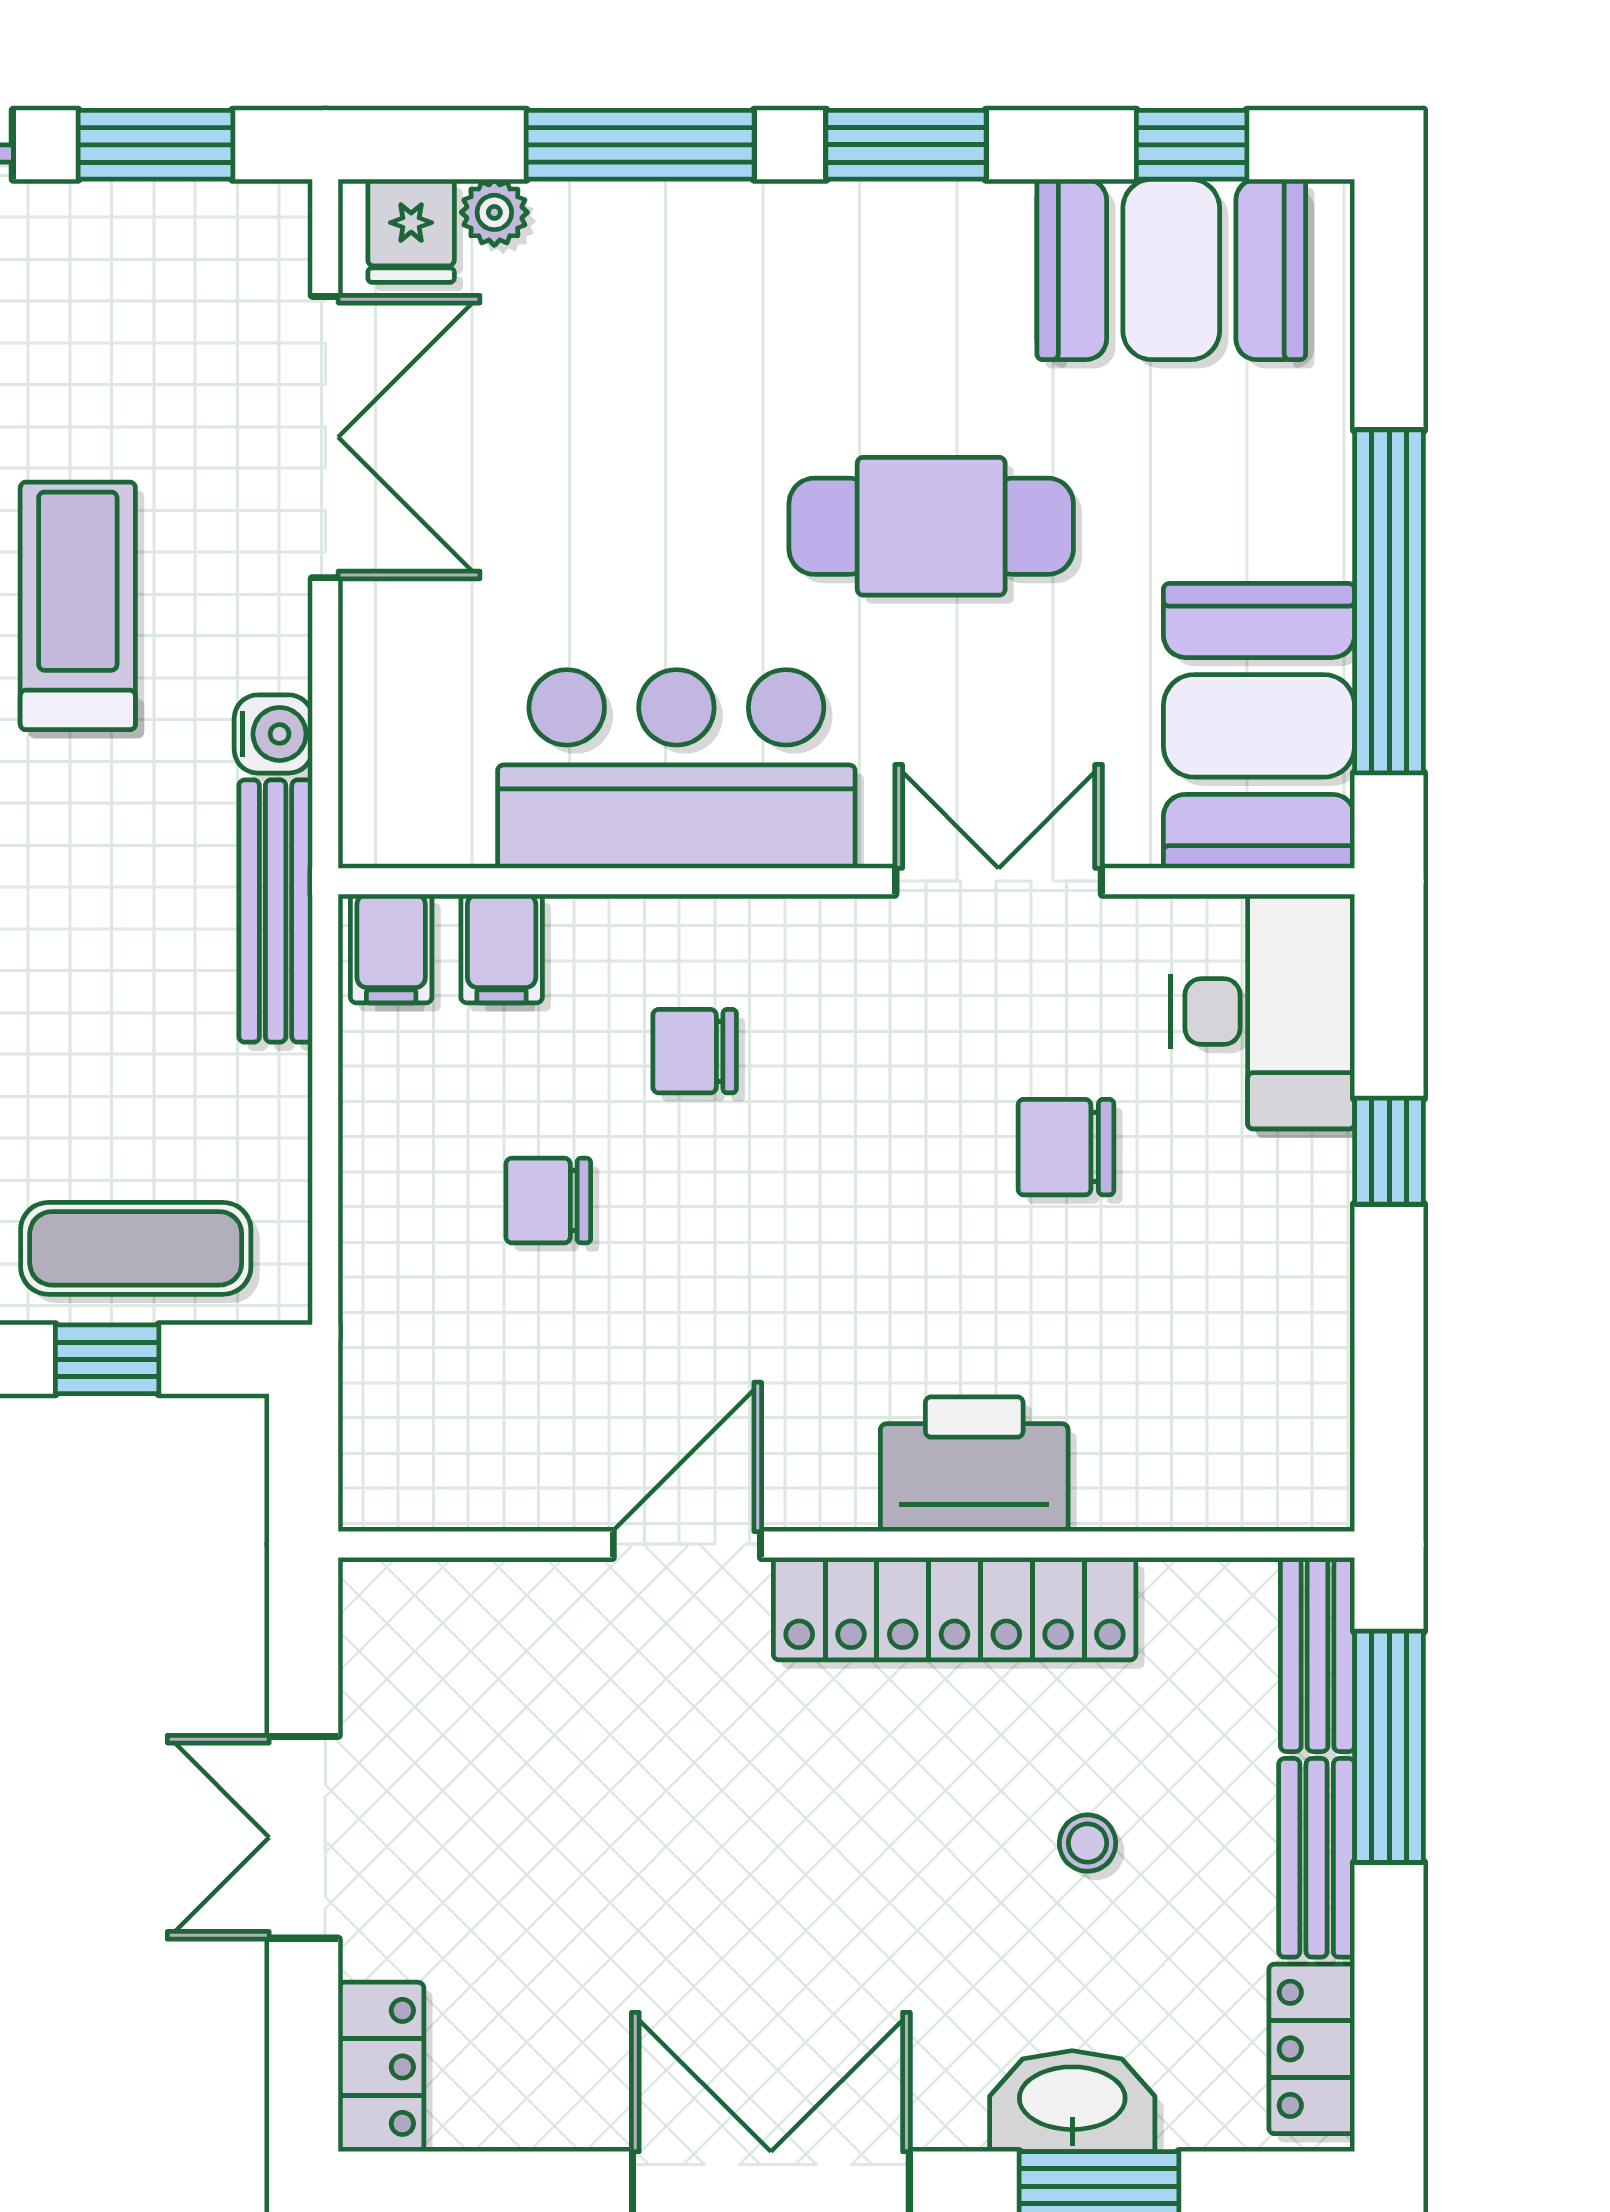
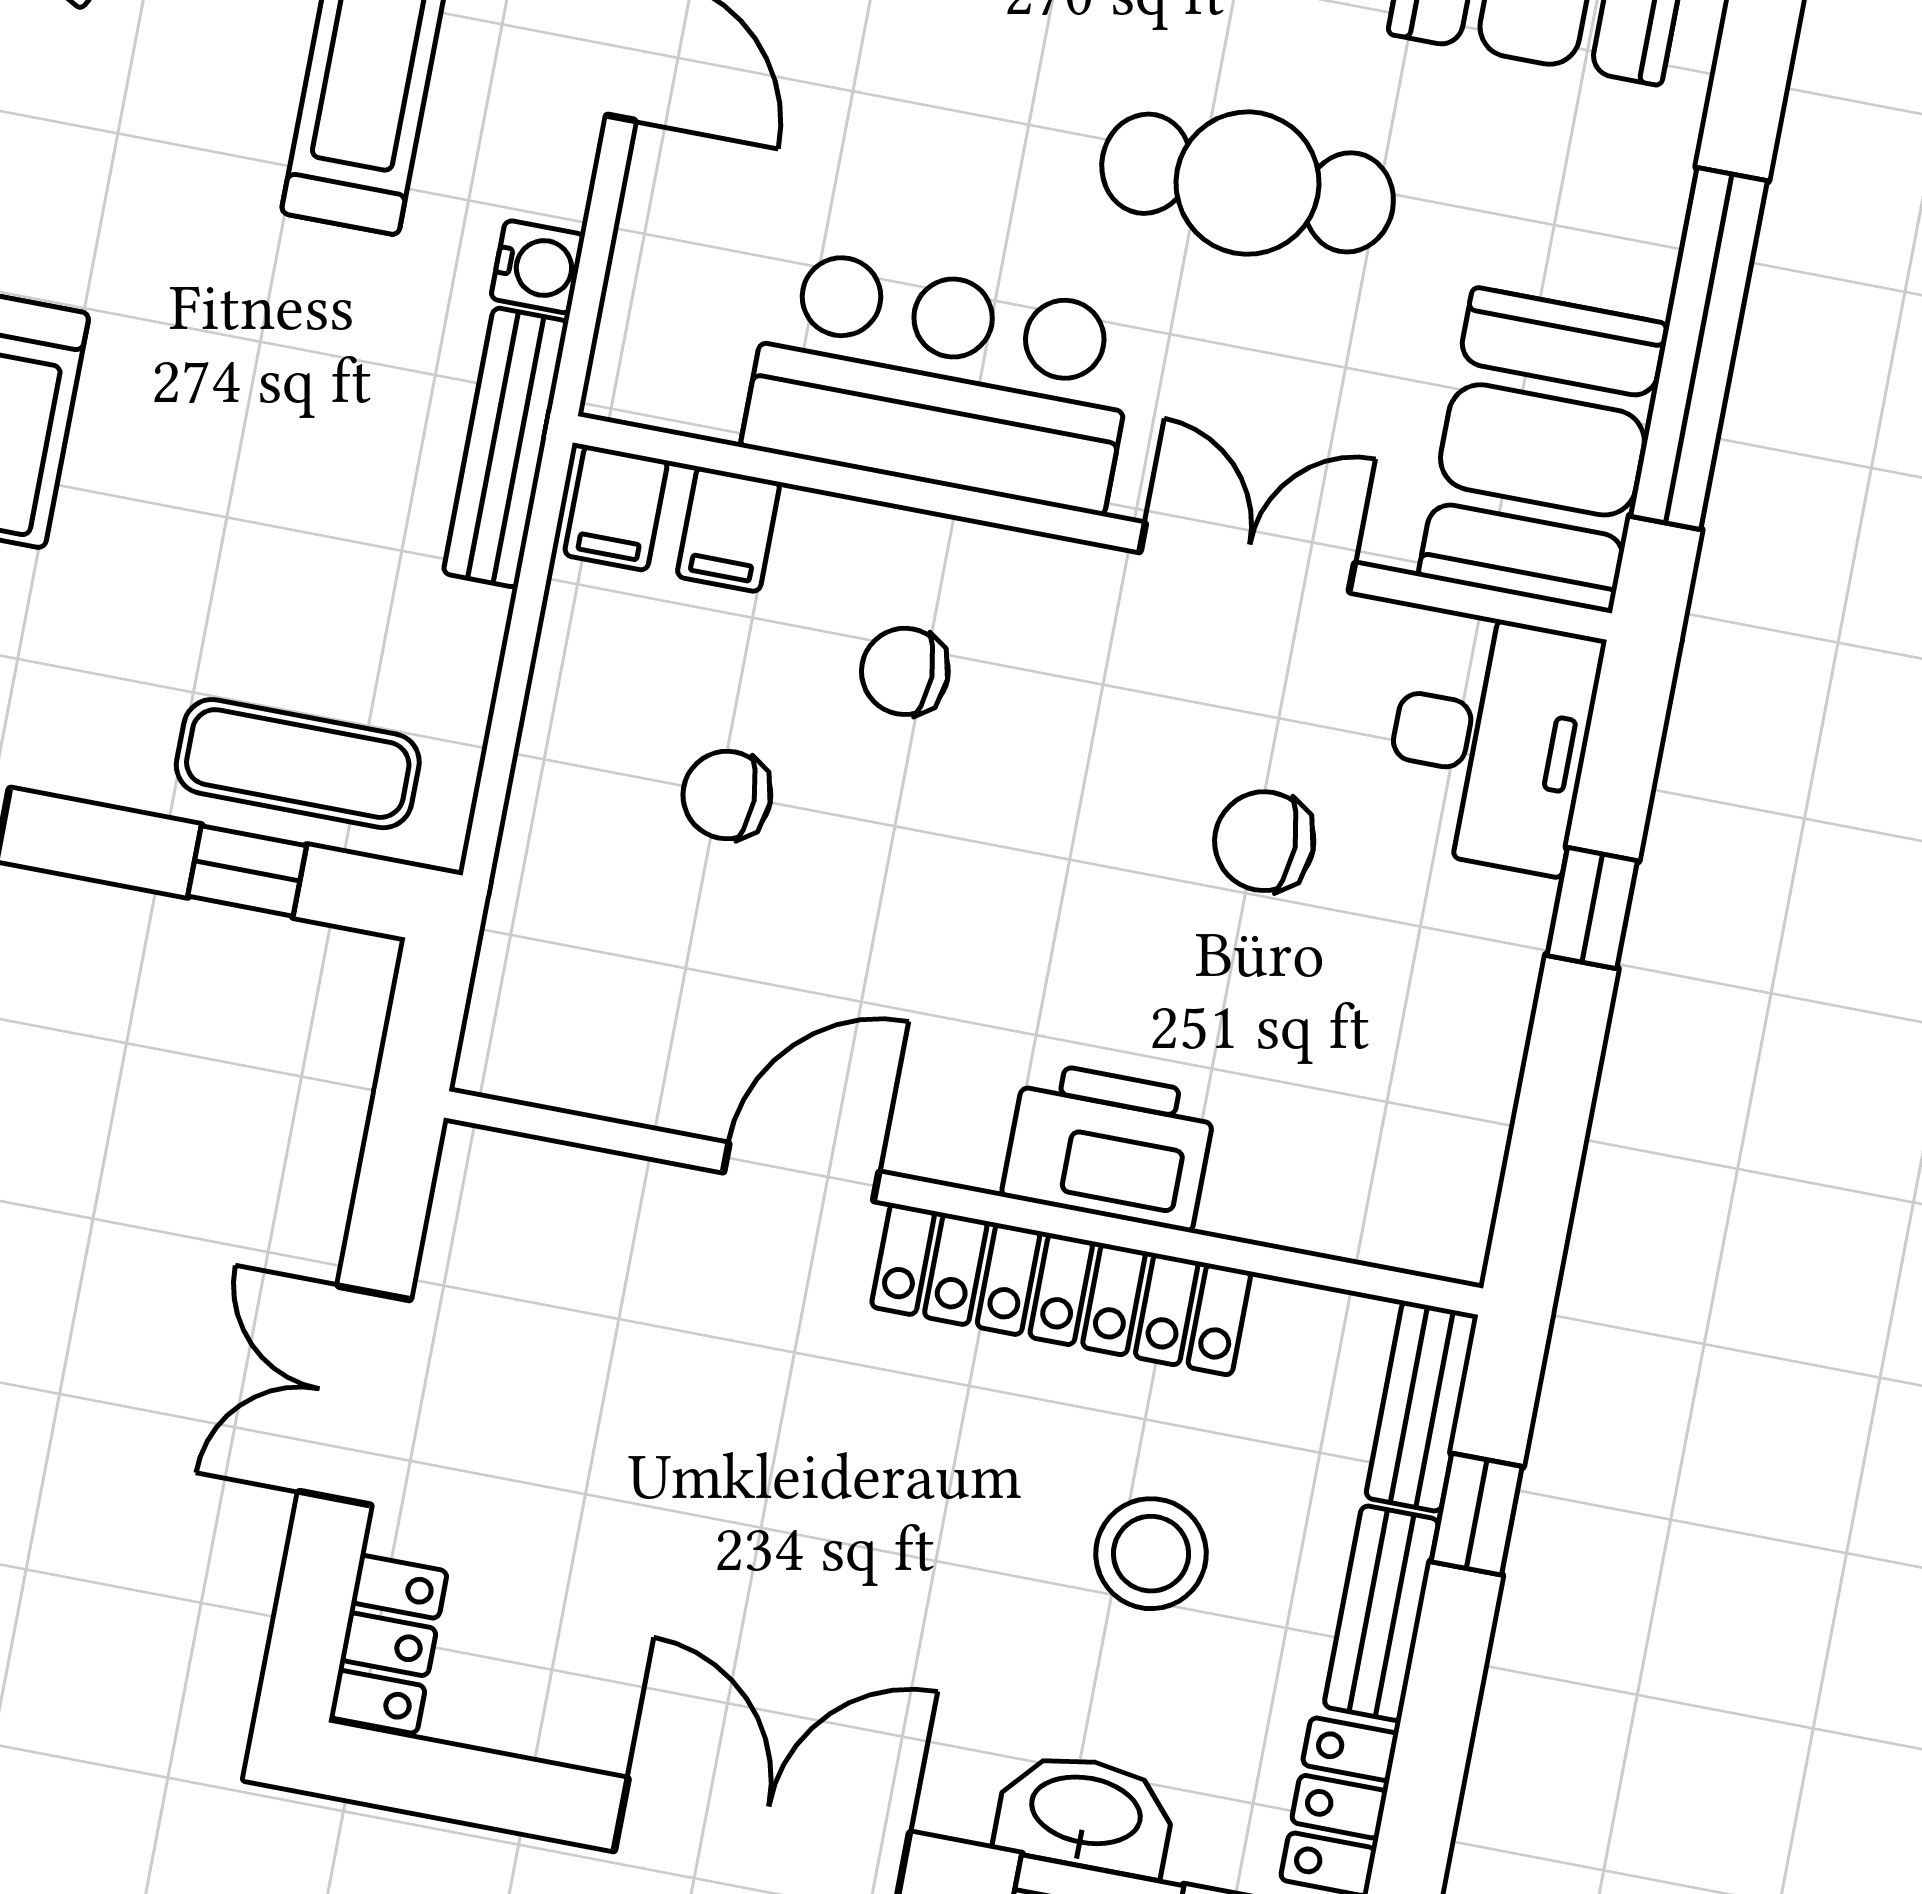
window: (1389, 1747) -> (1477, 1514), width x0.46
stool: (1088, 1843) -> (1151, 1554), width x1.89, depth x1.89

